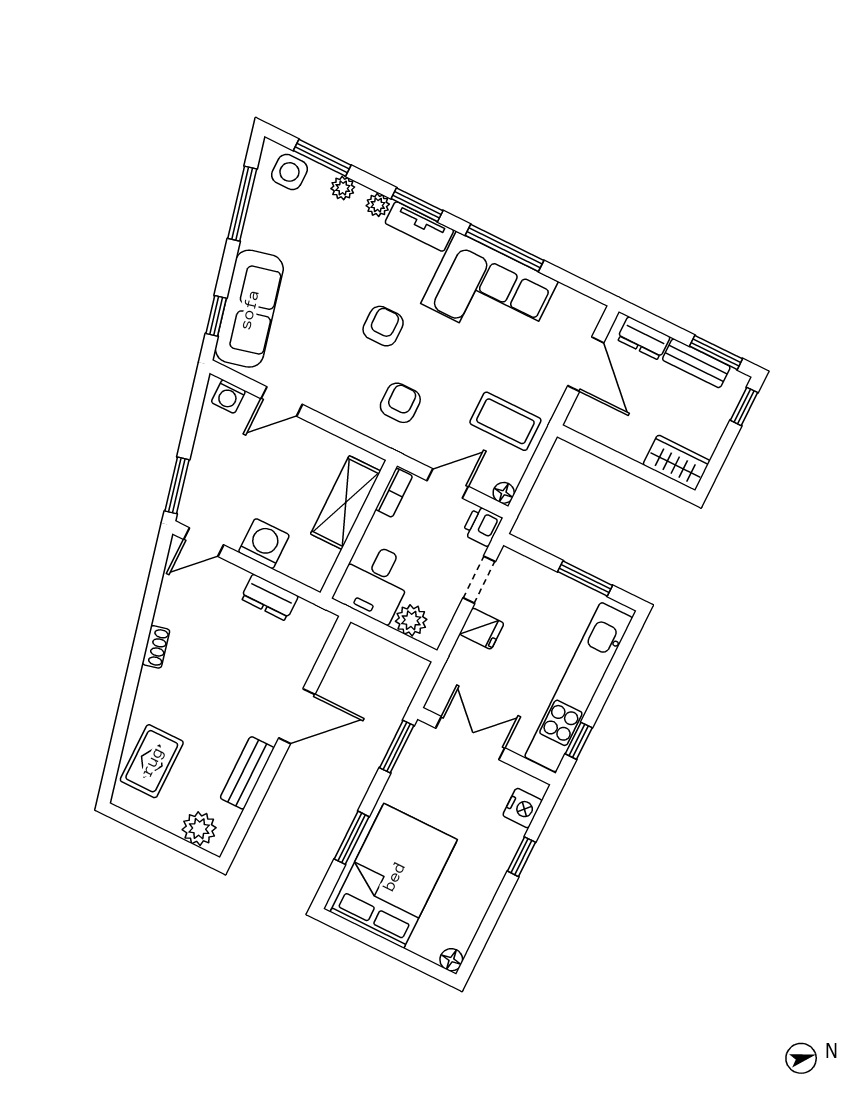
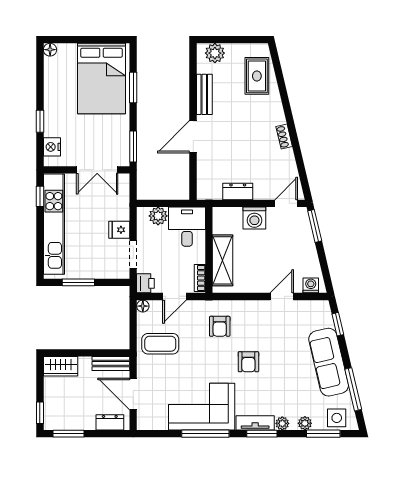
sofa: (249, 309) -> (329, 362), moved
bench: (696, 363) -> (111, 363), moved

